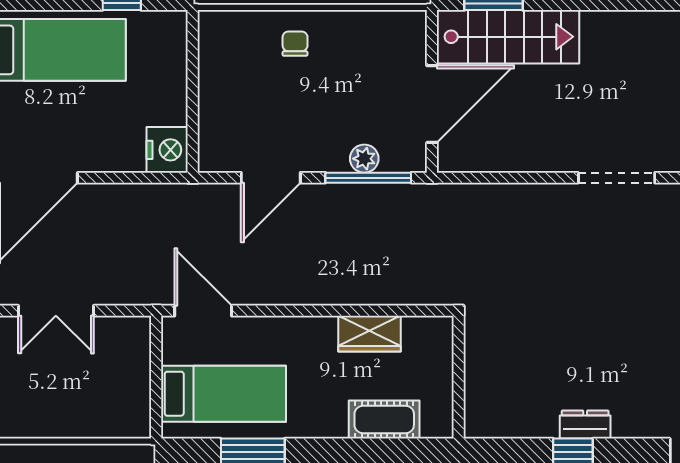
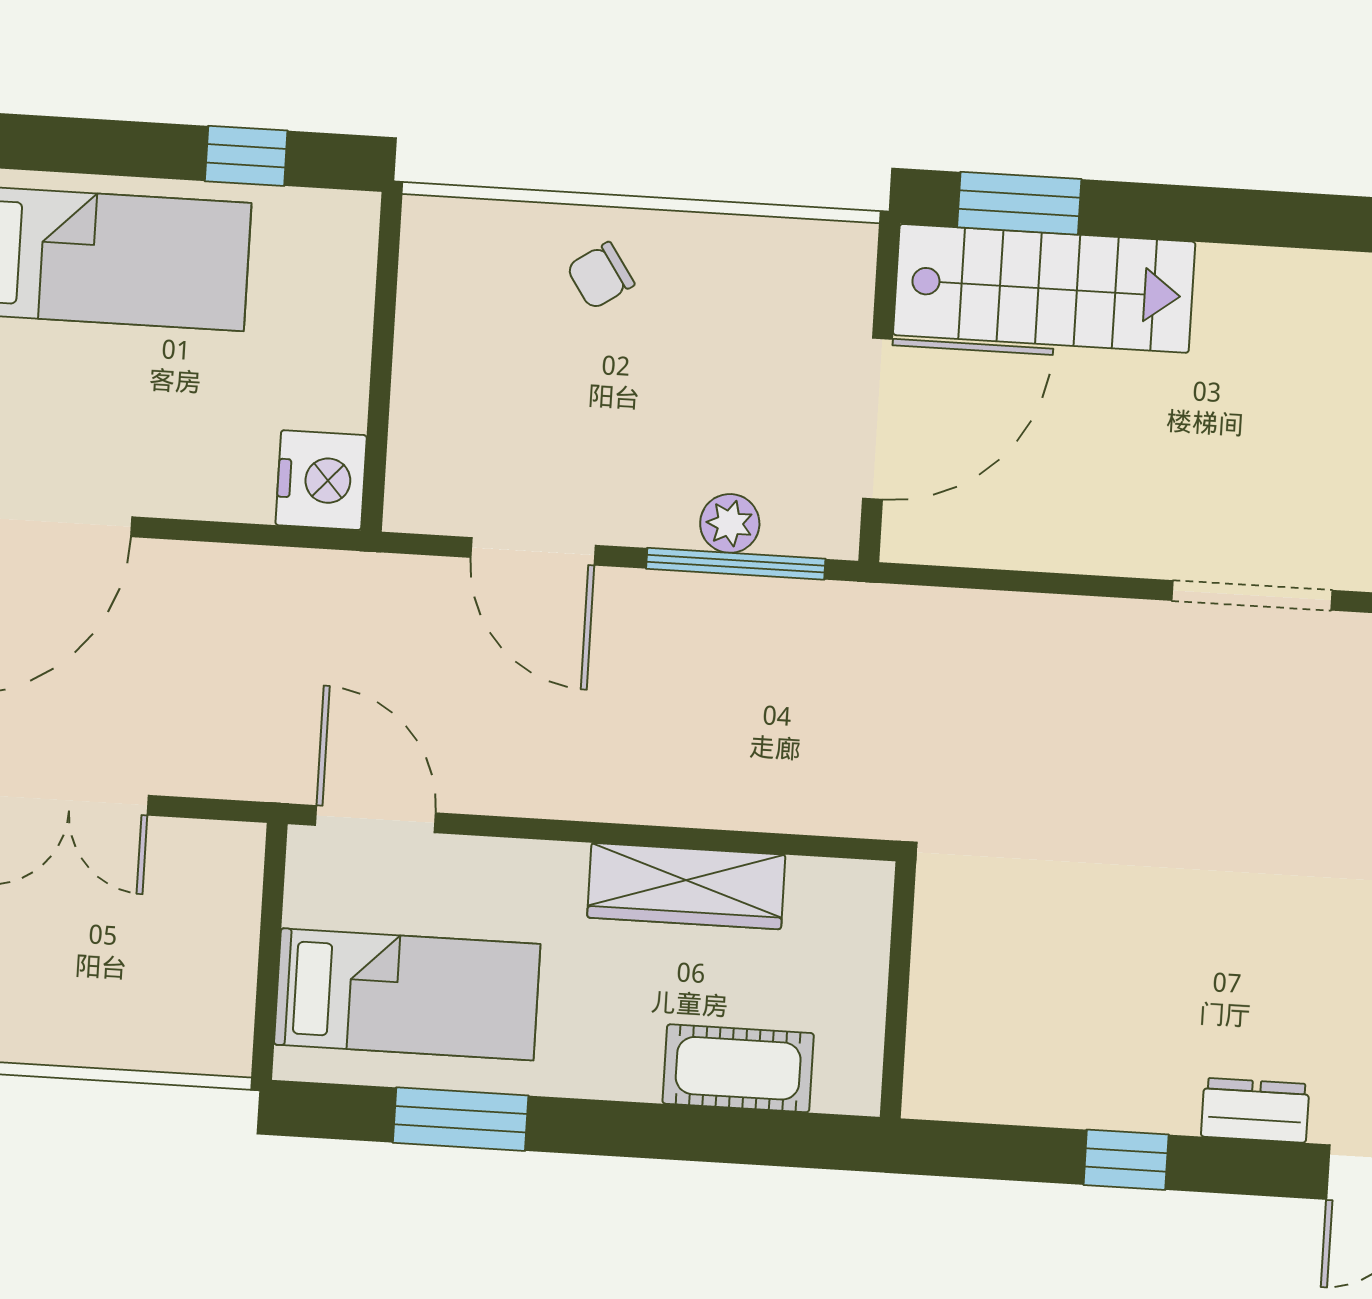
chair: (295, 44) -> (600, 276), turned -124
door: (271, 178) -> (533, 551), hinge flipped
wardrobe: (370, 334) -> (686, 886), width x1.50
dresser: (585, 424) -> (1255, 1110), moved

